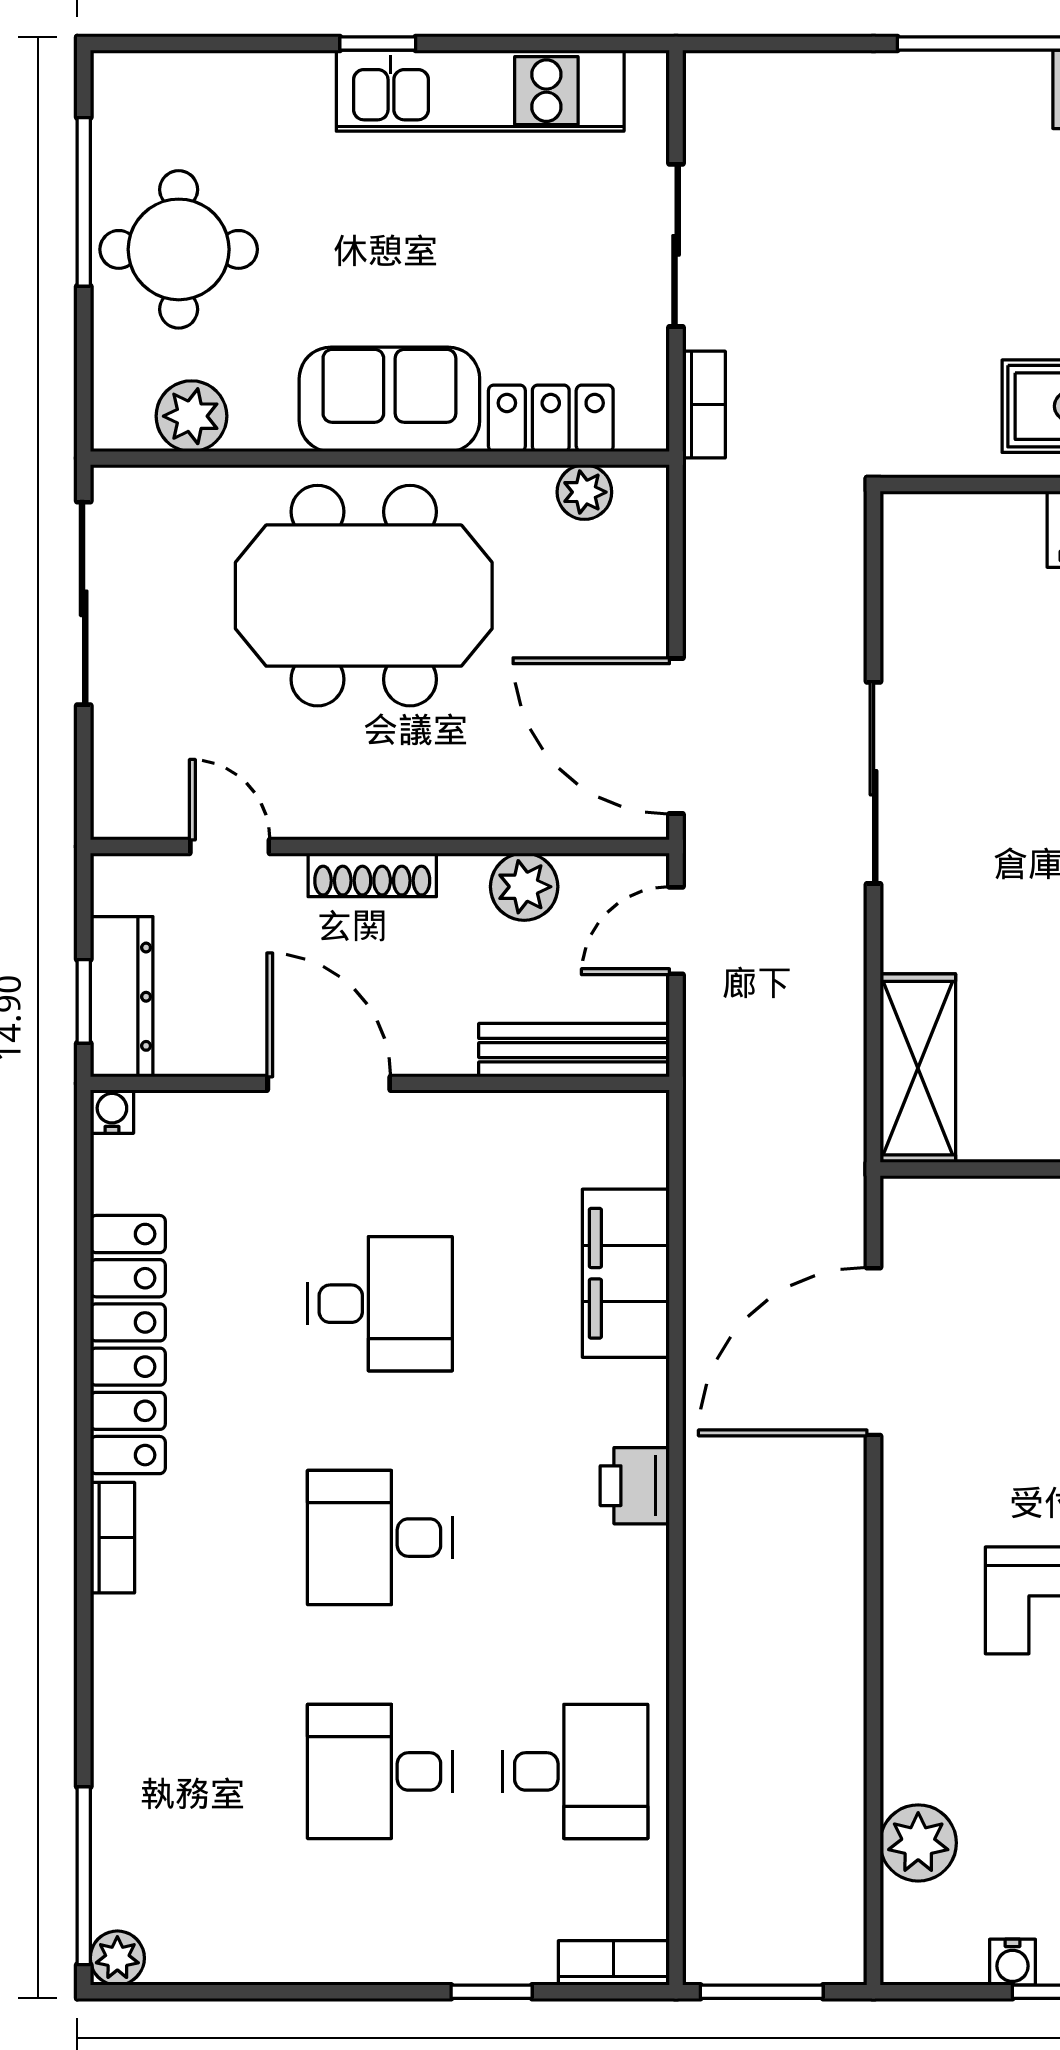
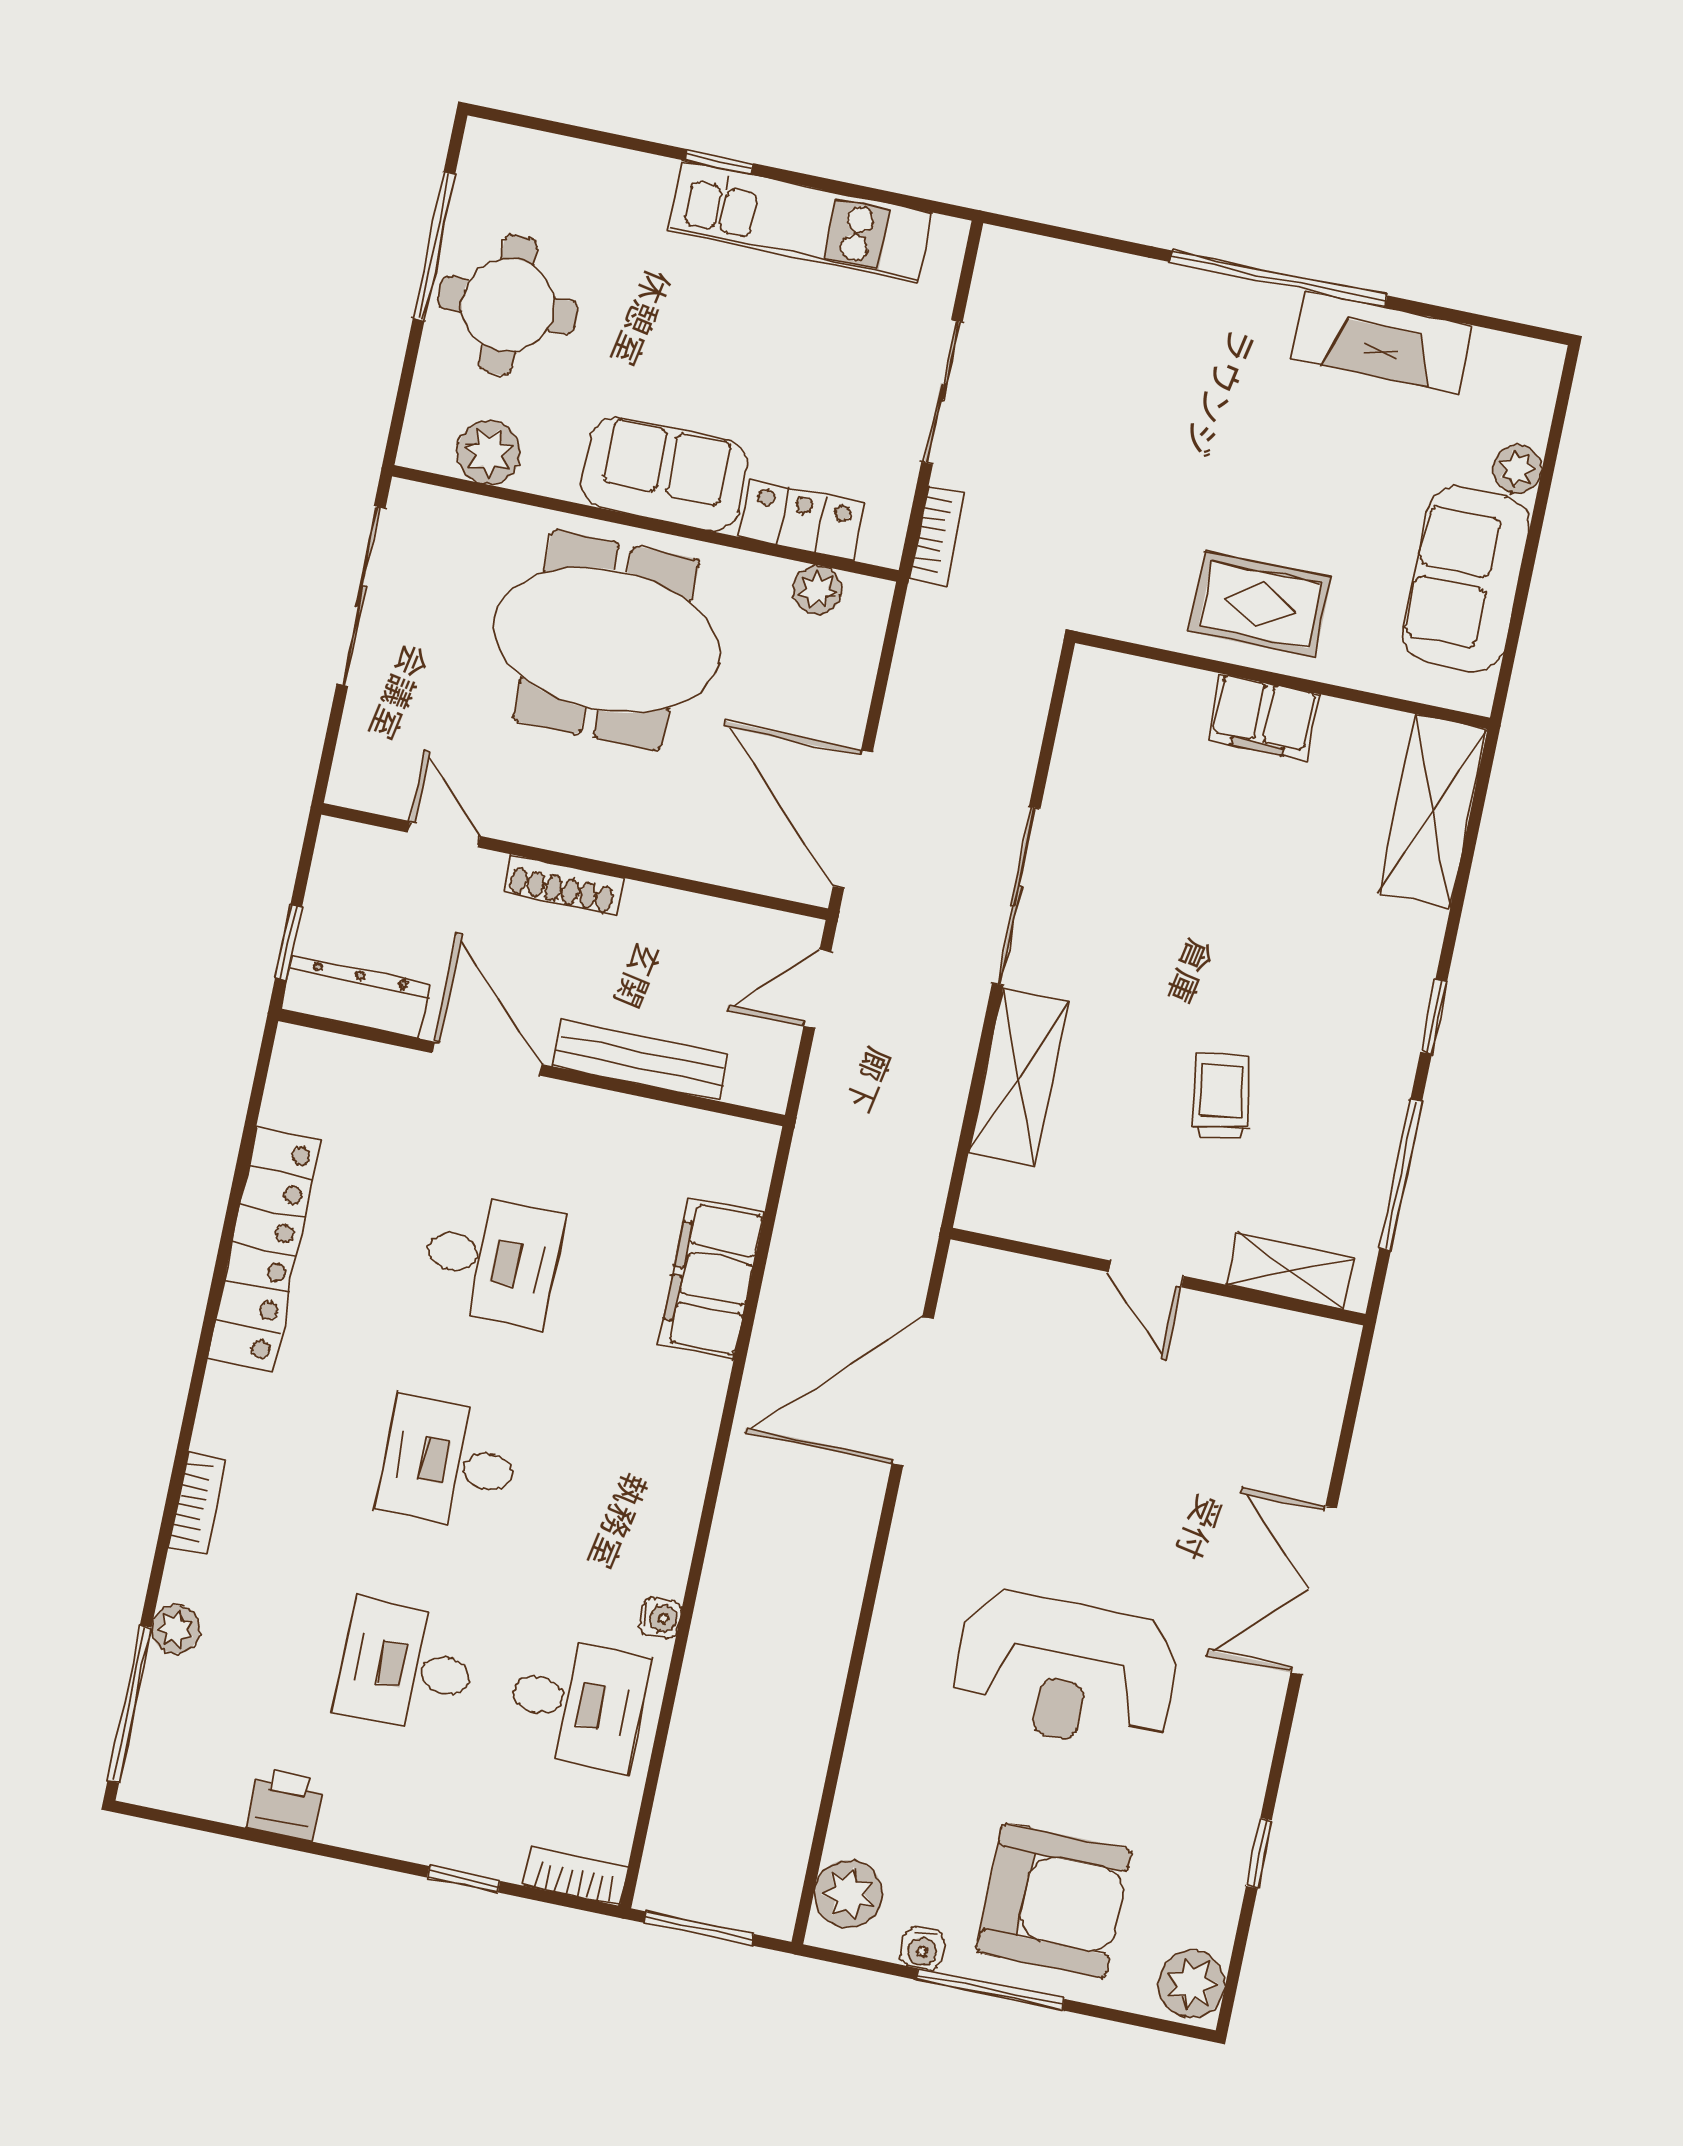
plant: (524, 887) -> (693, 923), removed
dresser: (122, 997) -> (356, 997), moved, turned -90
bench: (574, 1050) -> (640, 1060), moved
shelving: (918, 1068) -> (1019, 1077), moved
water cooler: (112, 1112) -> (660, 1618), moved, turned 90
printer: (635, 1486) -> (285, 1805), moved, turned 90
bookcase: (112, 1538) -> (197, 1503), moved
plant: (918, 1843) -> (848, 1894), moved
plant: (117, 1958) -> (176, 1629), moved

